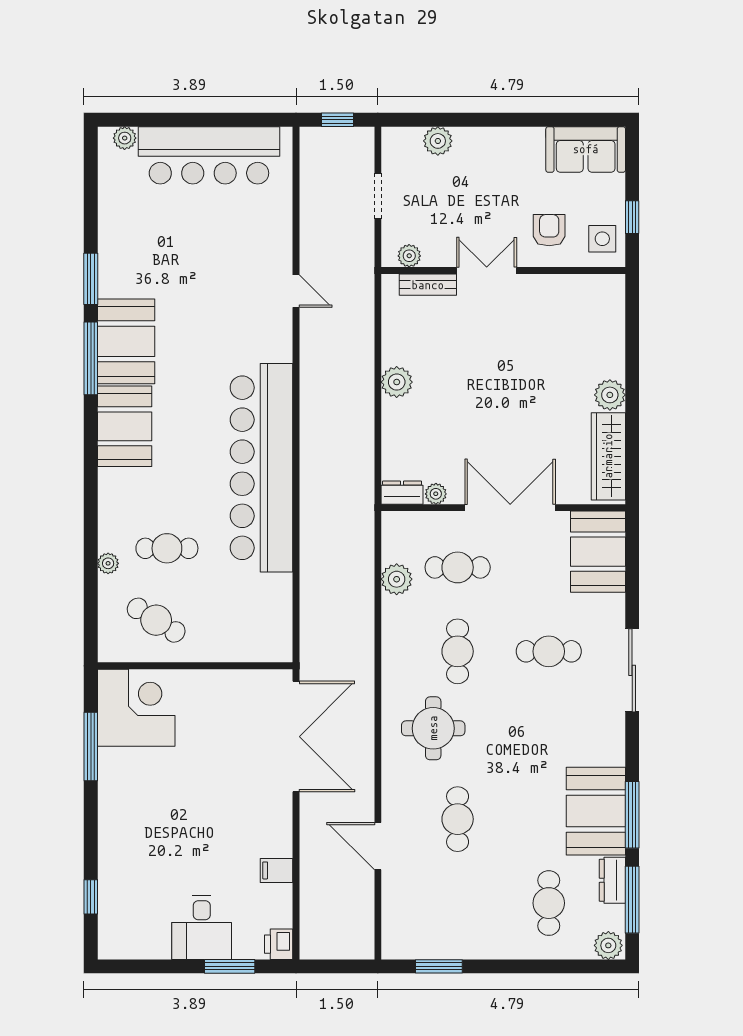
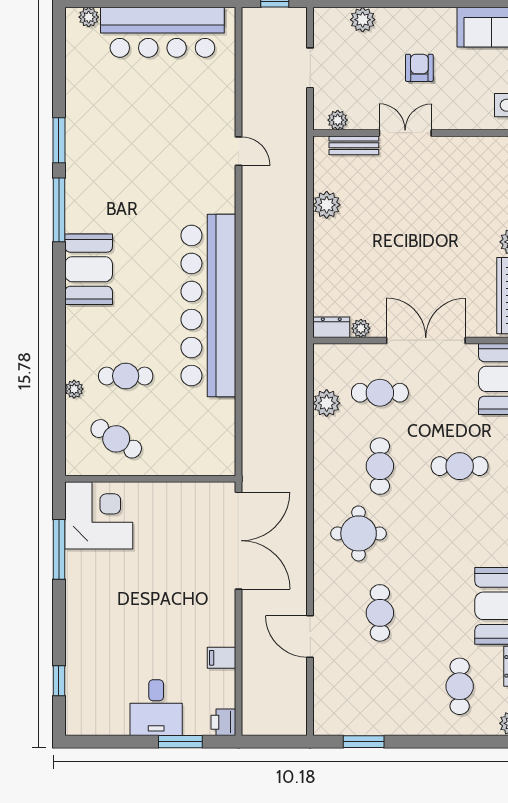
armchair: (549, 230) -> (419, 68), moved
booth: (126, 341) -> (90, 195), removed
plant: (397, 382) -> (327, 205), moved

